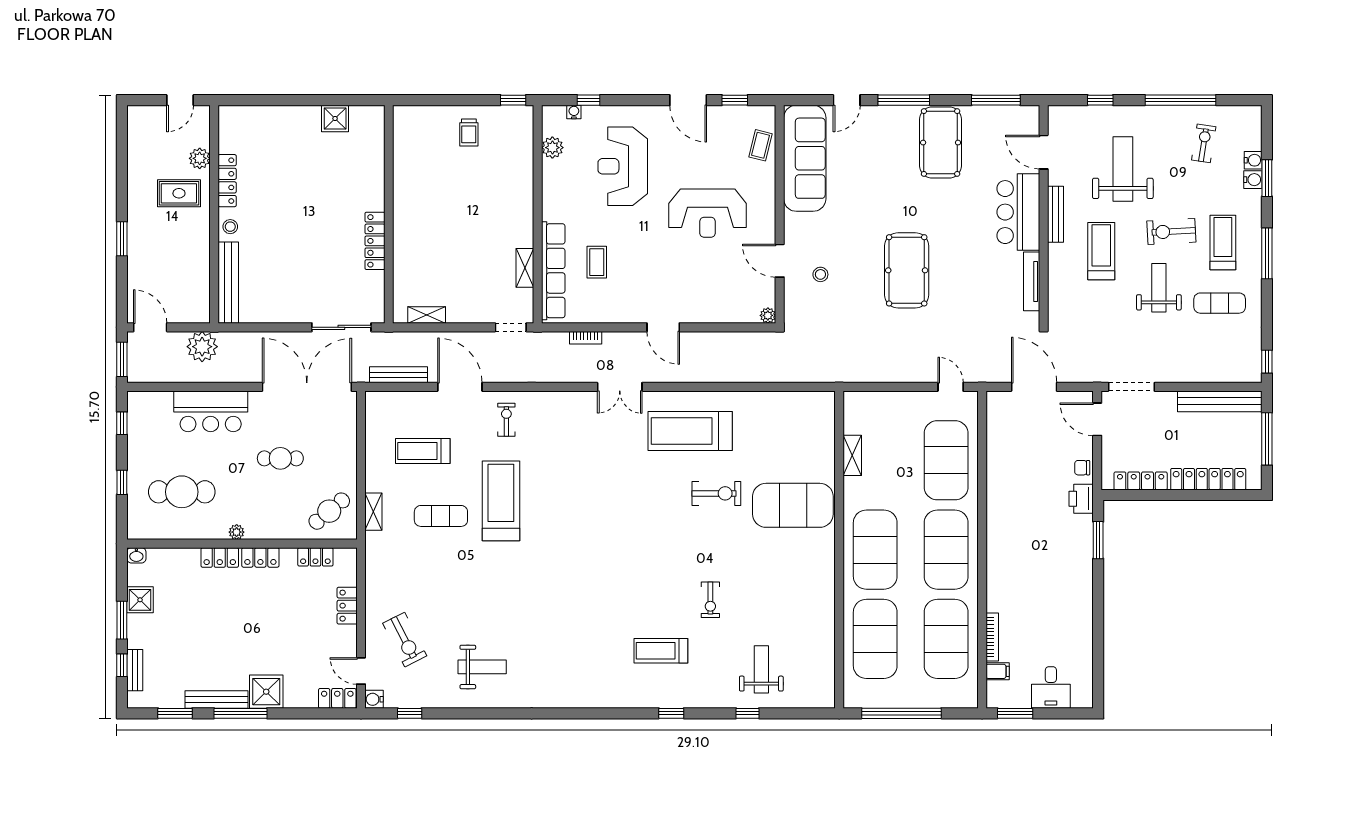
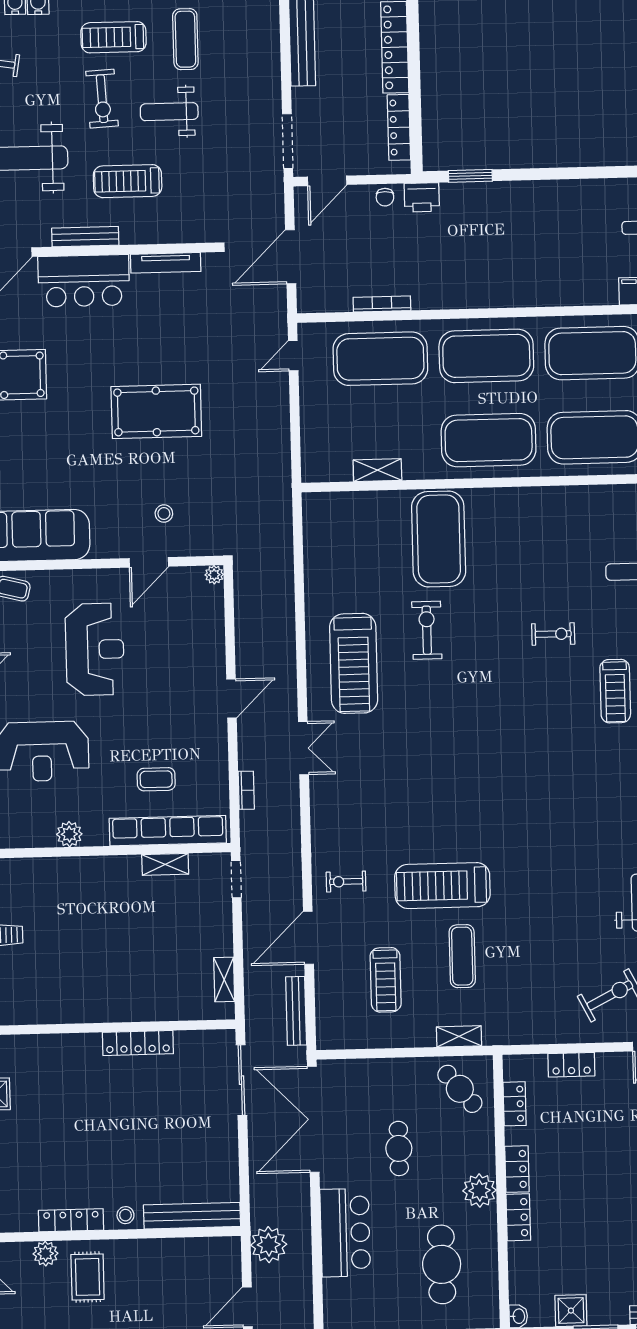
plant: (552, 148) -> (69, 834), moved
plant: (237, 532) -> (479, 1190), width x1.88, depth x1.88
bookcase: (992, 637) -> (382, 304), moved

